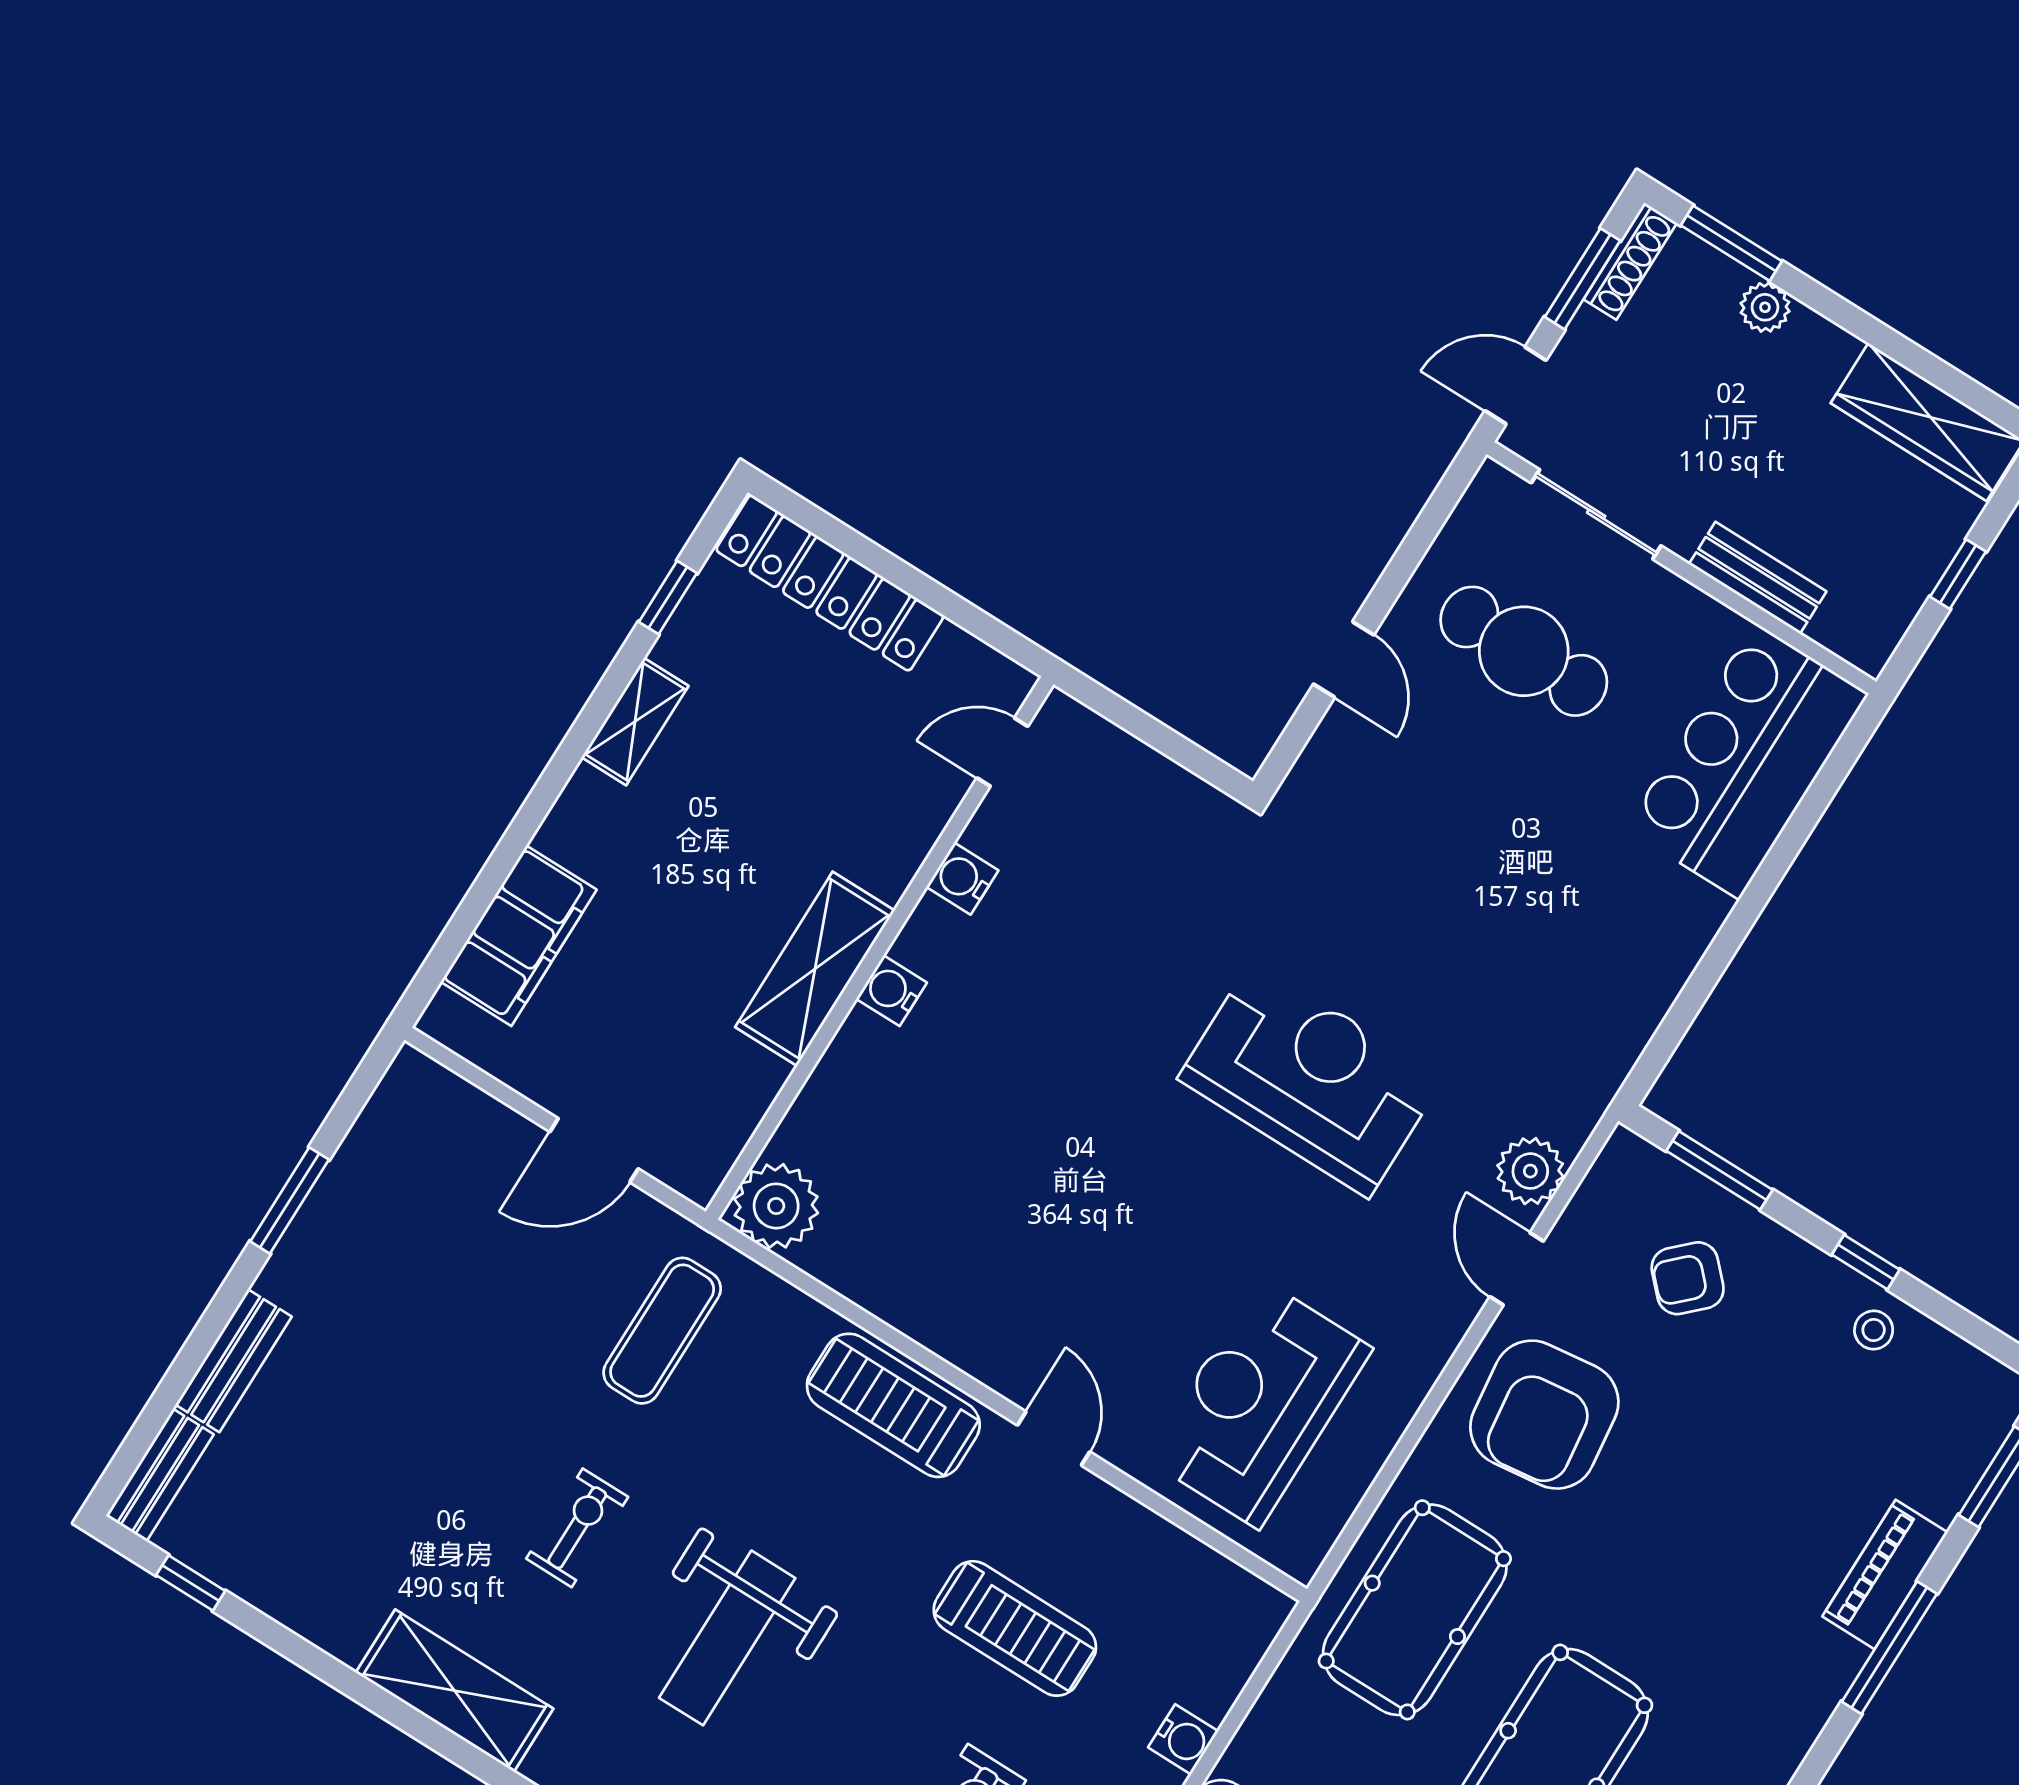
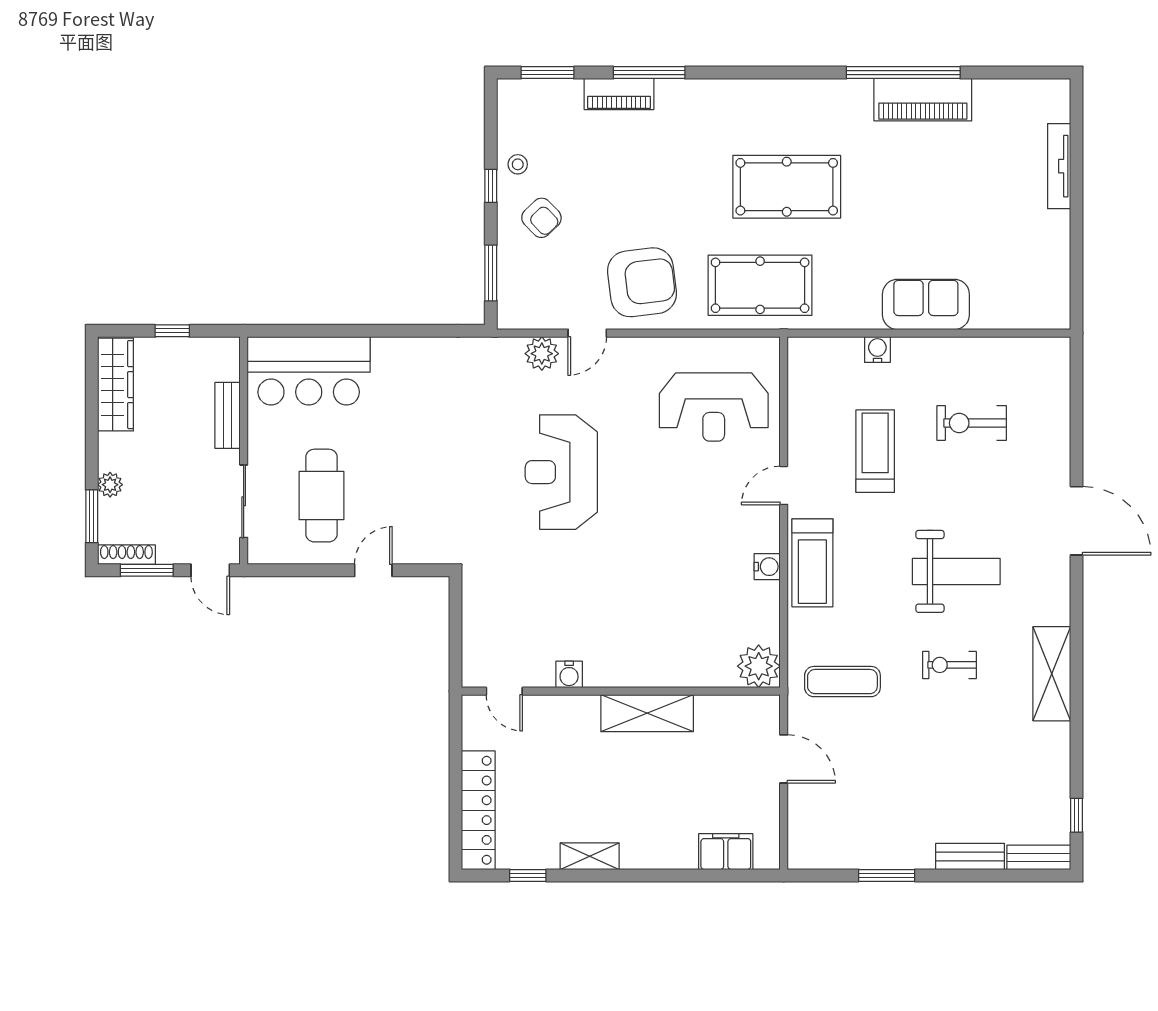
filing cabinet: (519, 936) -> (726, 852), width x0.67, depth x0.86
water cooler: (891, 991) -> (767, 567), moved, turned -90
armchair: (1688, 1278) -> (541, 218), moved

